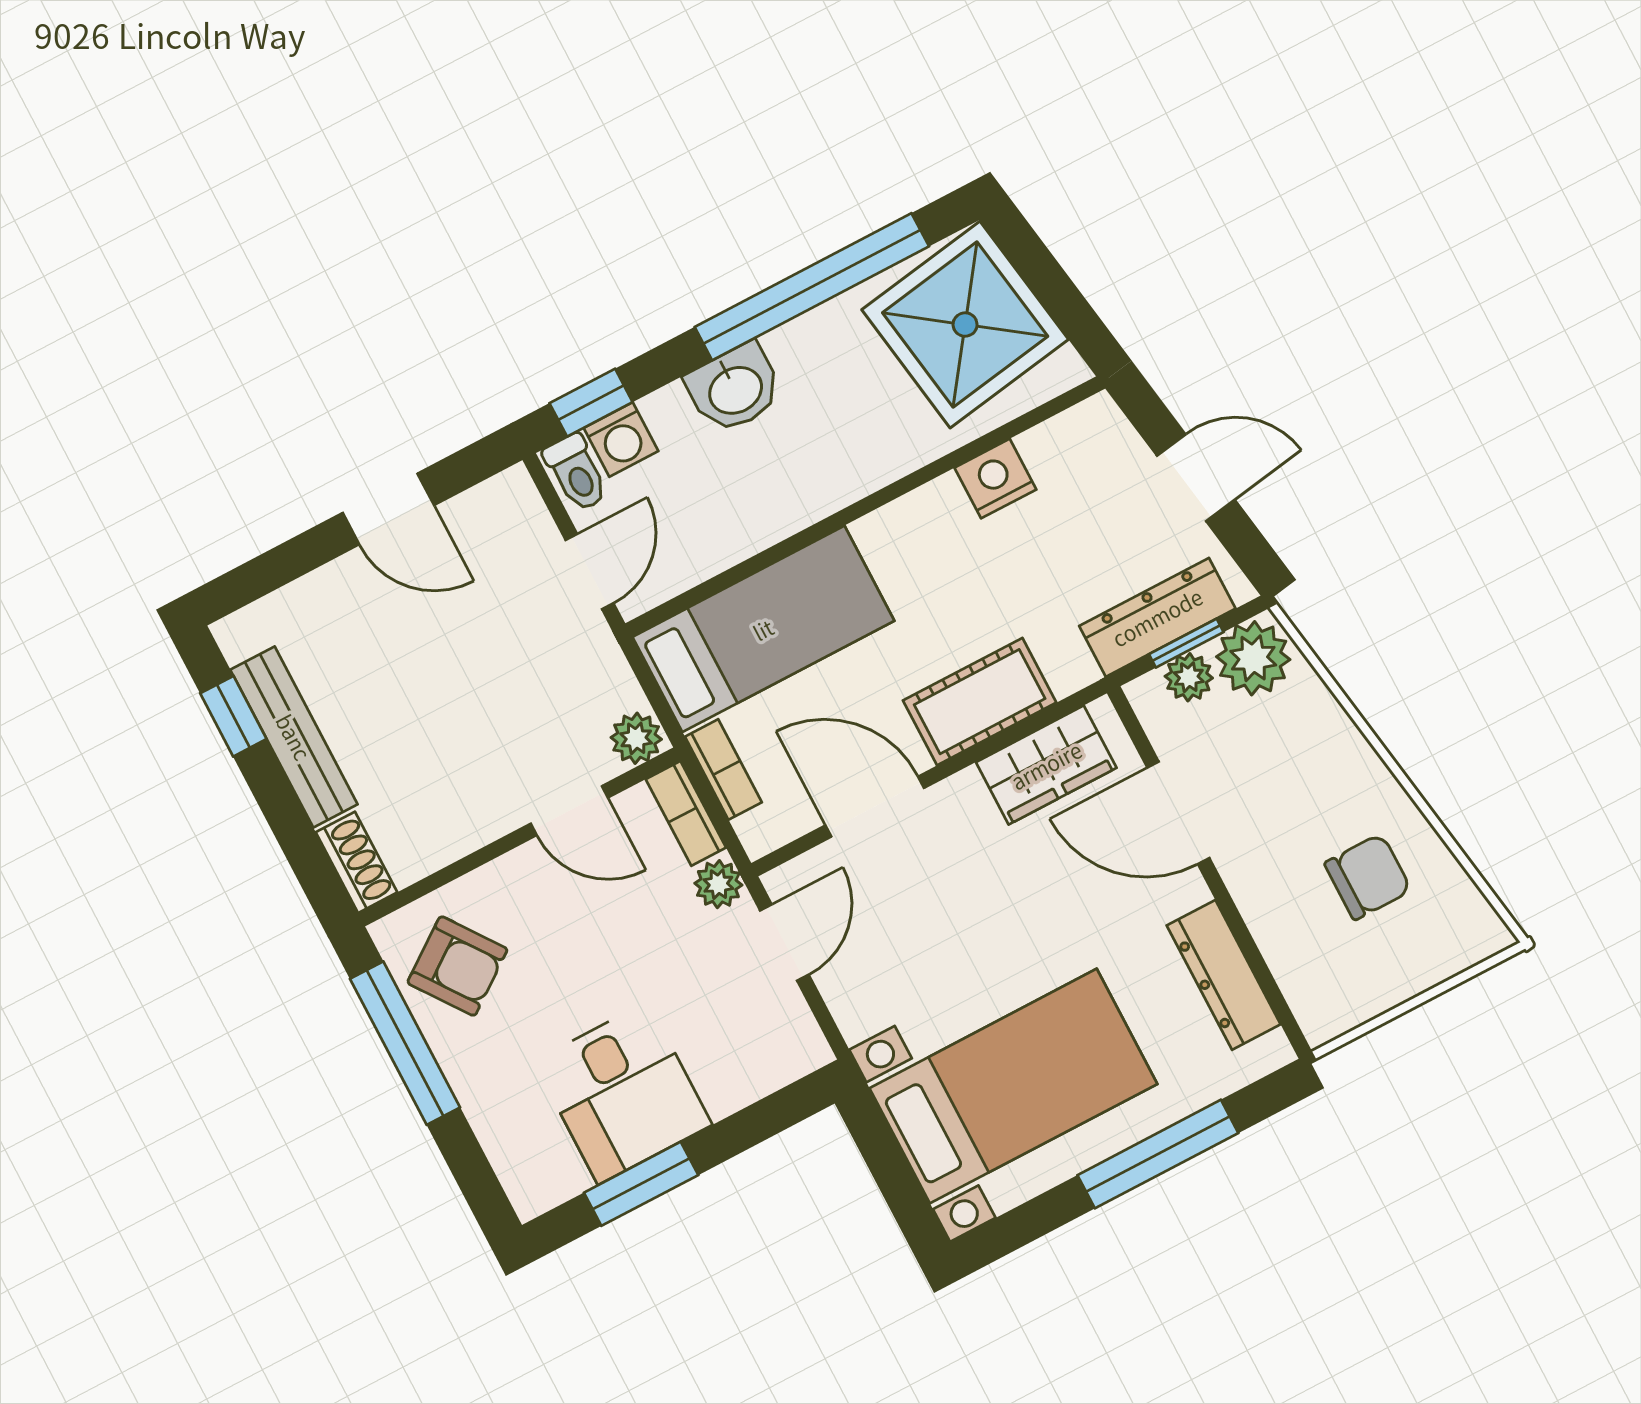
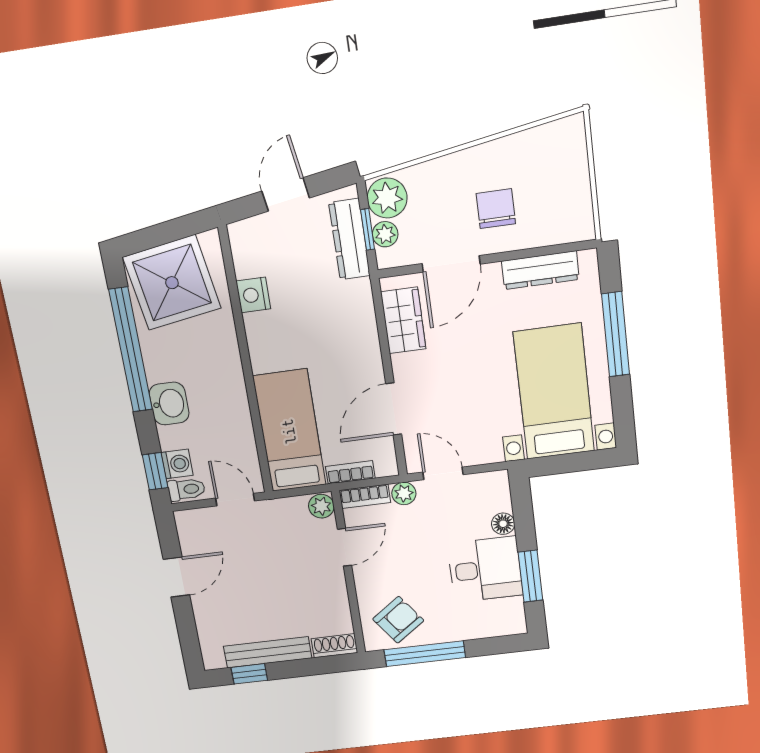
cot: (980, 702) -> (361, 341), removed
chair: (1368, 877) -> (496, 209), moved
floor lamp: (727, 1092) -> (503, 524), added

